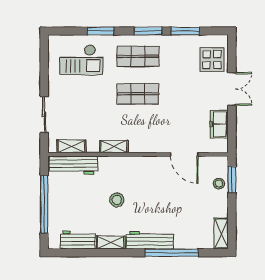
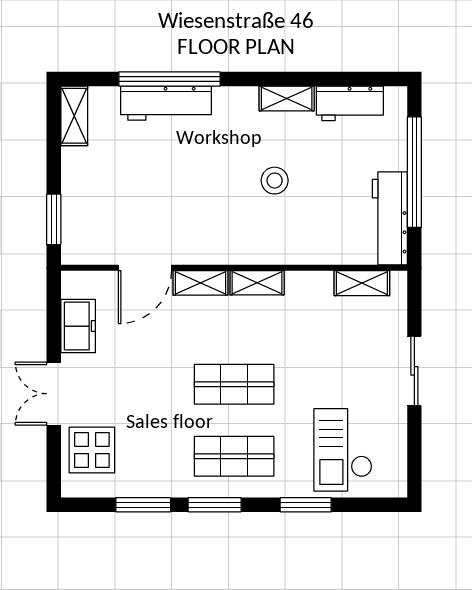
checkout: (81, 60) -> (343, 450), turned -90
sliding door: (44, 115) -> (414, 371), moved
shelving: (114, 147) -> (257, 283), moved
shelving: (155, 147) -> (200, 283), added
door: (184, 154) -> (145, 268), swing flipped
workbench: (73, 165) -> (390, 218), moved, turned -90
stool: (219, 184) -> (79, 212), removed
workbench: (150, 240) -> (166, 103), moved

